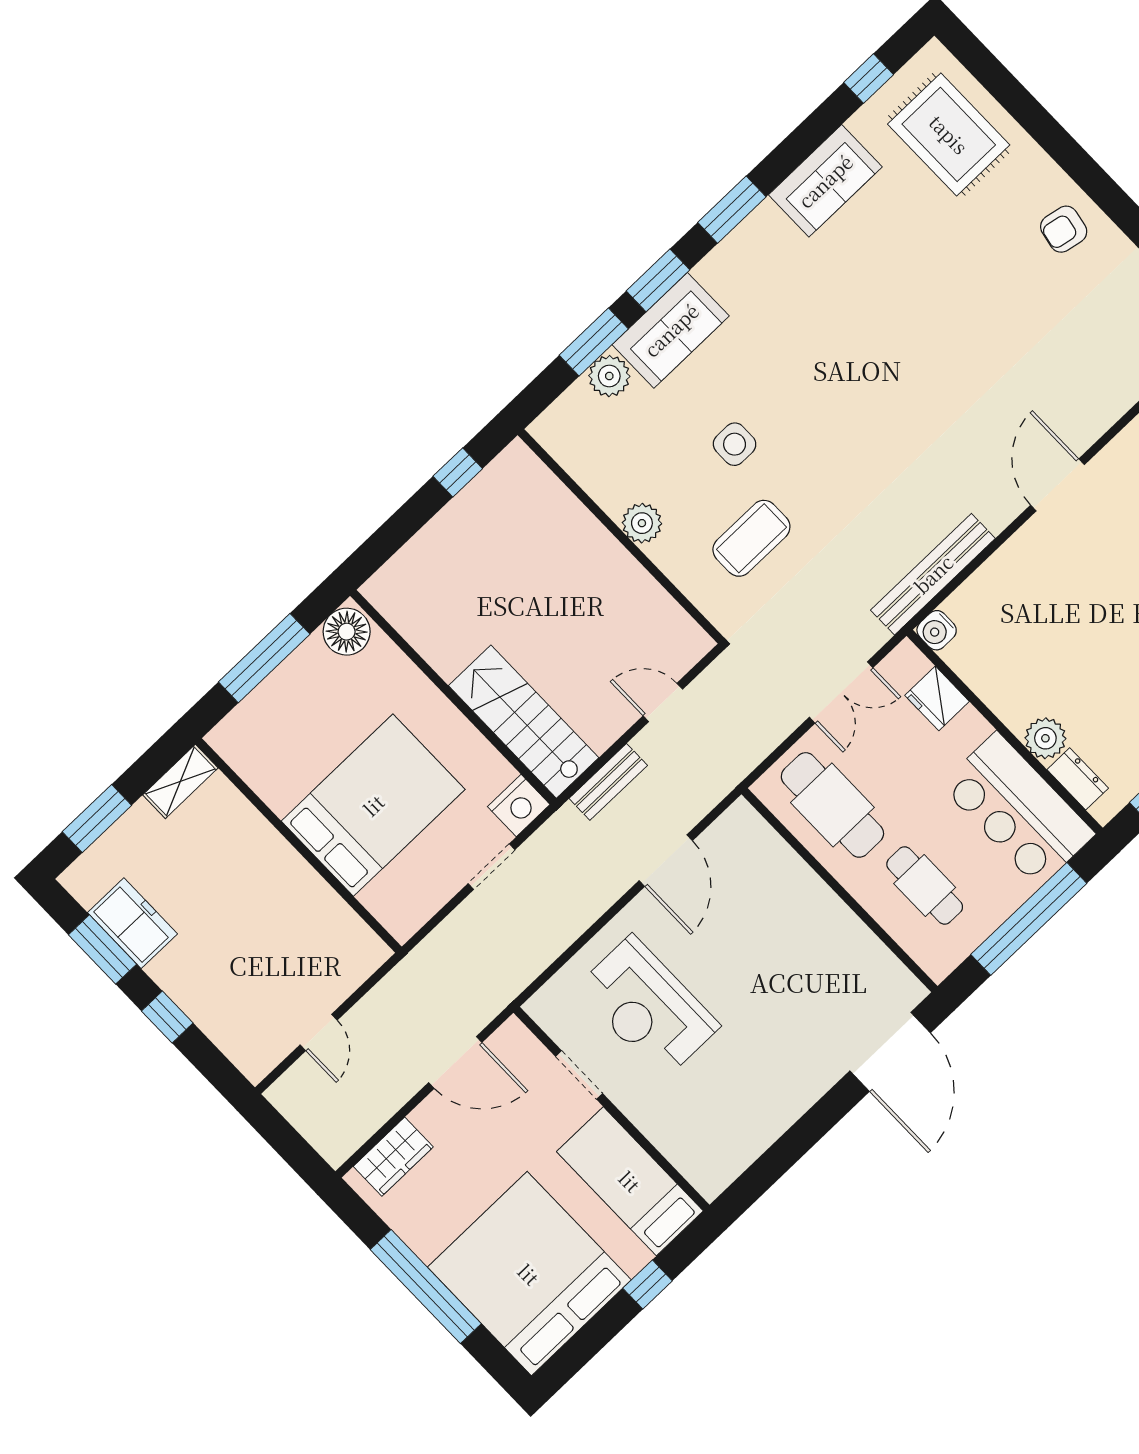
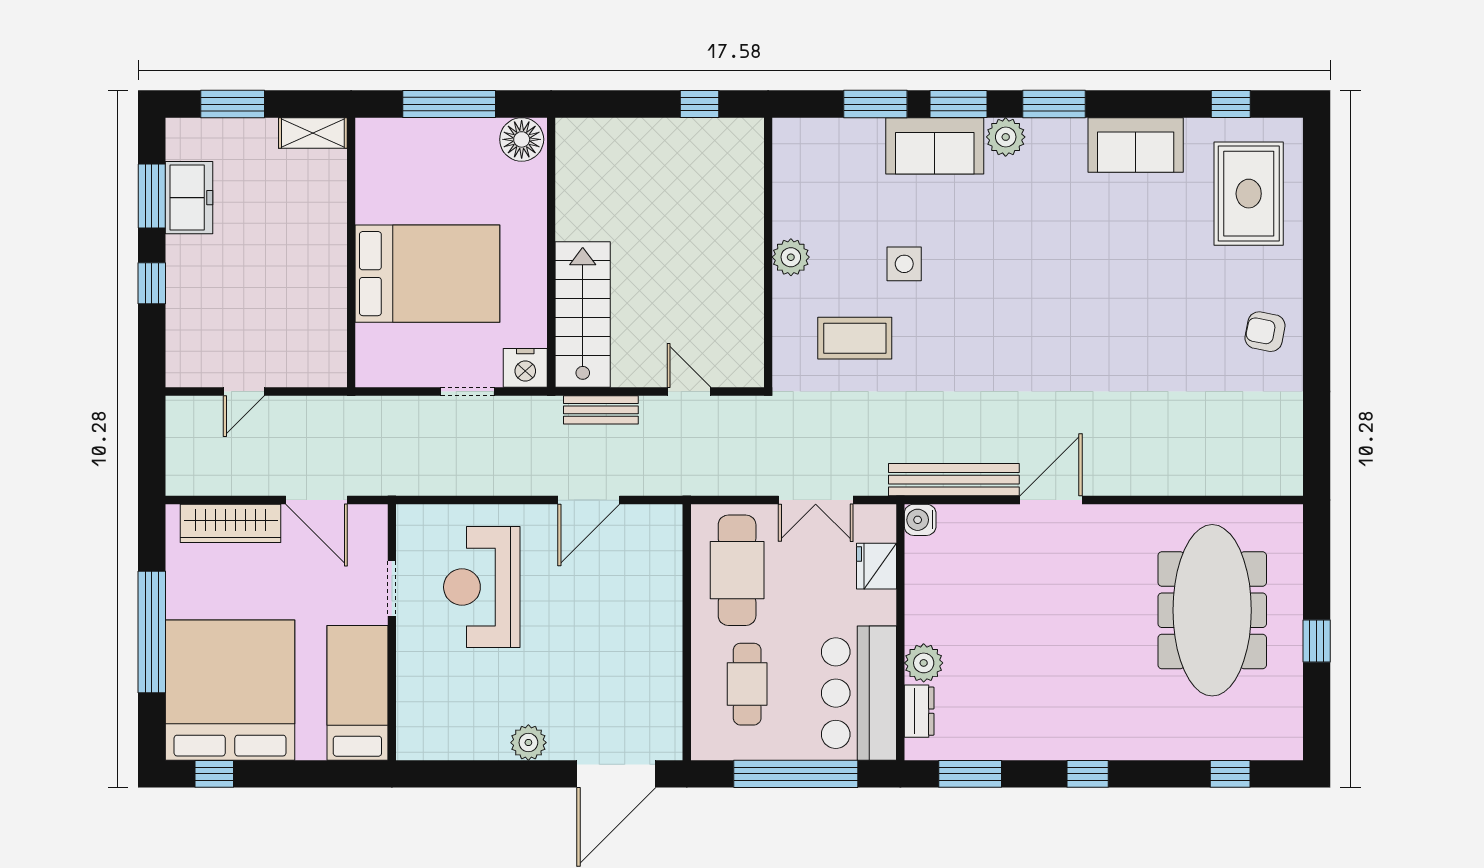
plant: (609, 376) -> (1006, 137), moved
door: (1058, 485) -> (1051, 500), moved
plant: (799, 1093) -> (528, 743), added
wardrobe: (393, 1157) -> (231, 523), width x1.50
window: (648, 1284) -> (214, 774), moved

